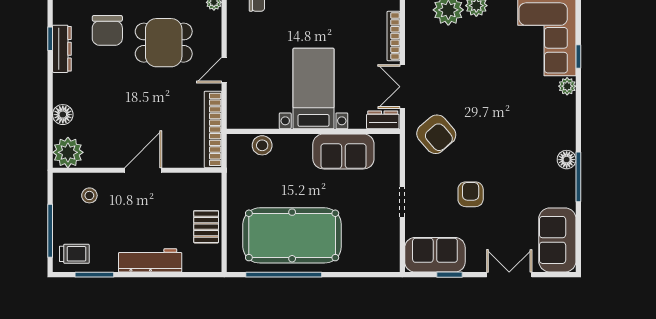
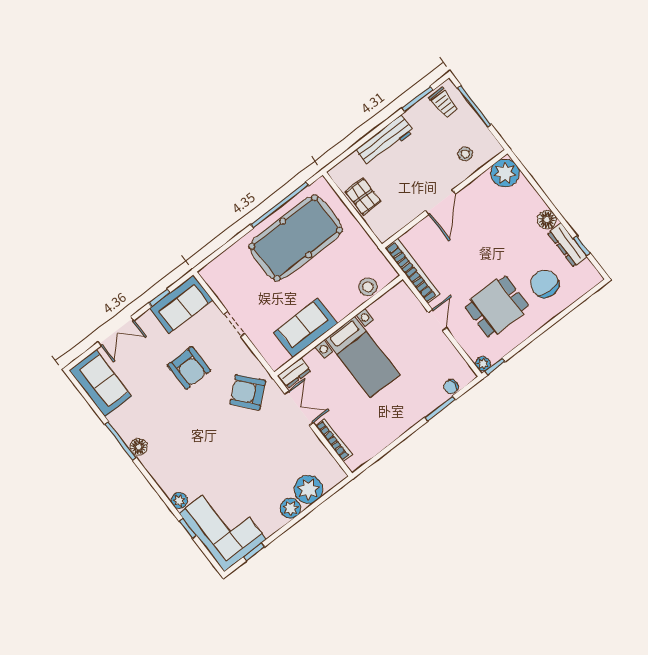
floor lamp: (63, 115) -> (547, 220), moved
armchair: (471, 194) -> (189, 368), width x1.38, depth x1.38
trolley: (74, 254) -> (444, 103), turned -90

